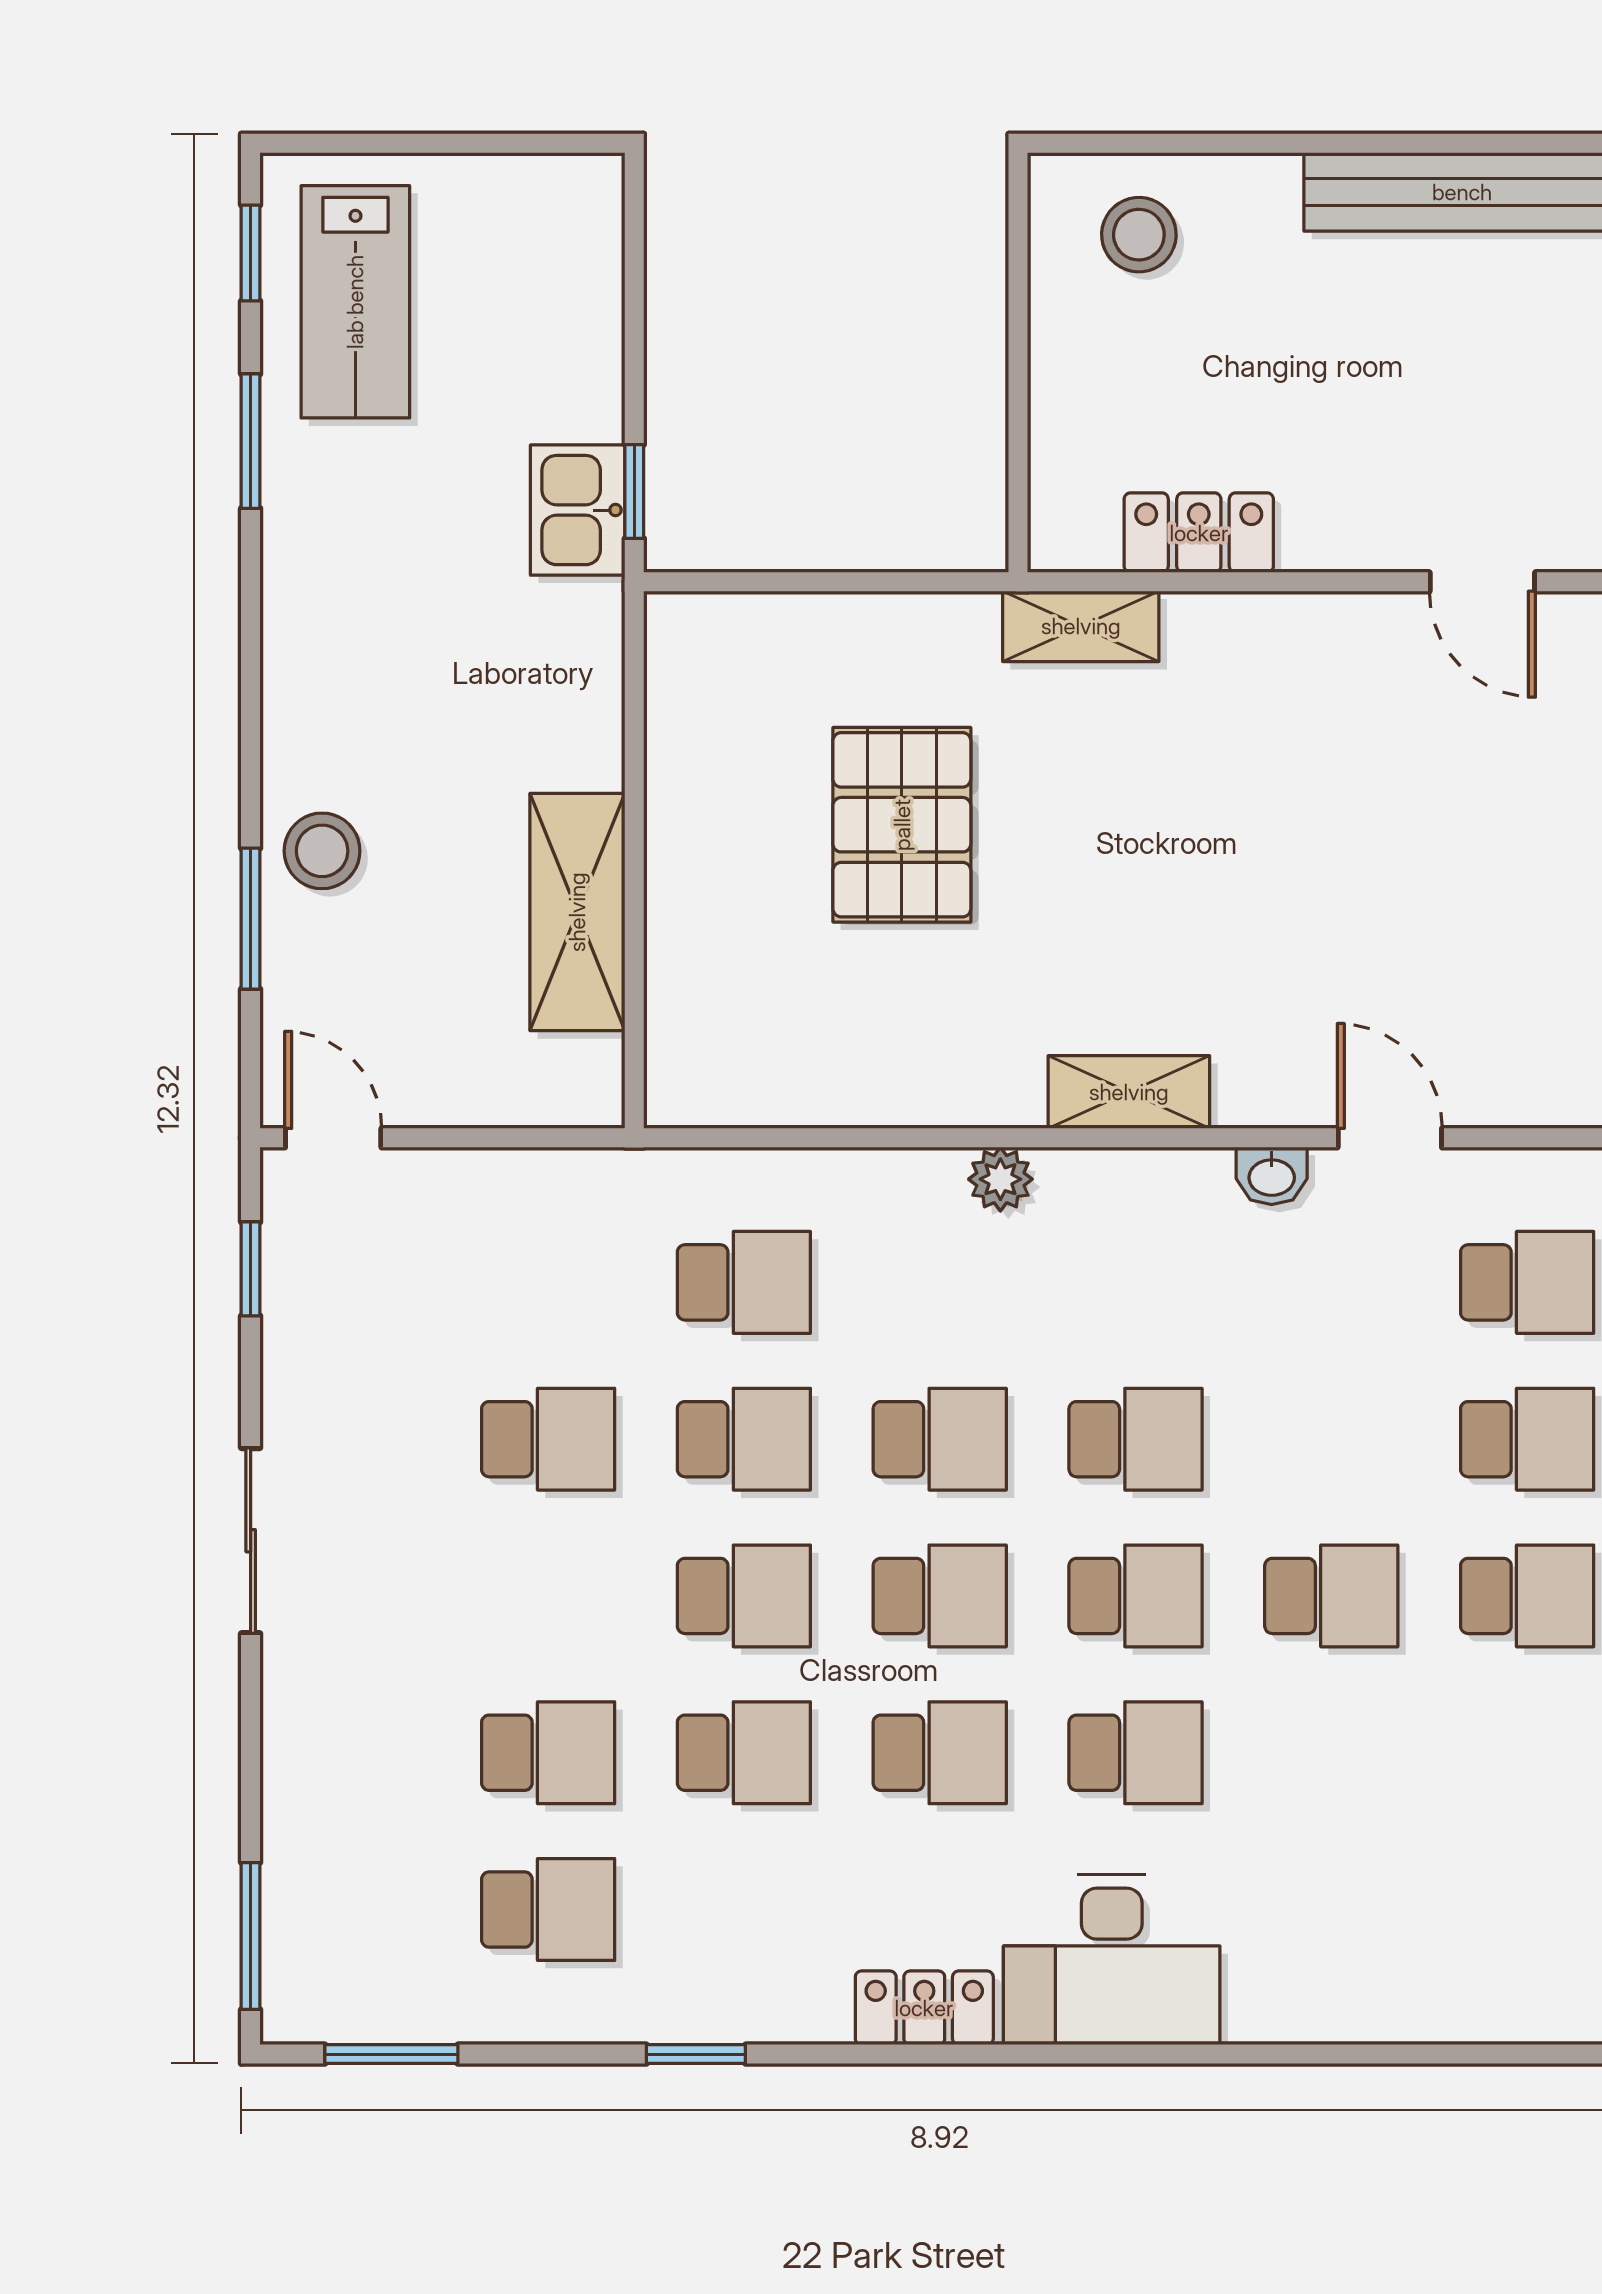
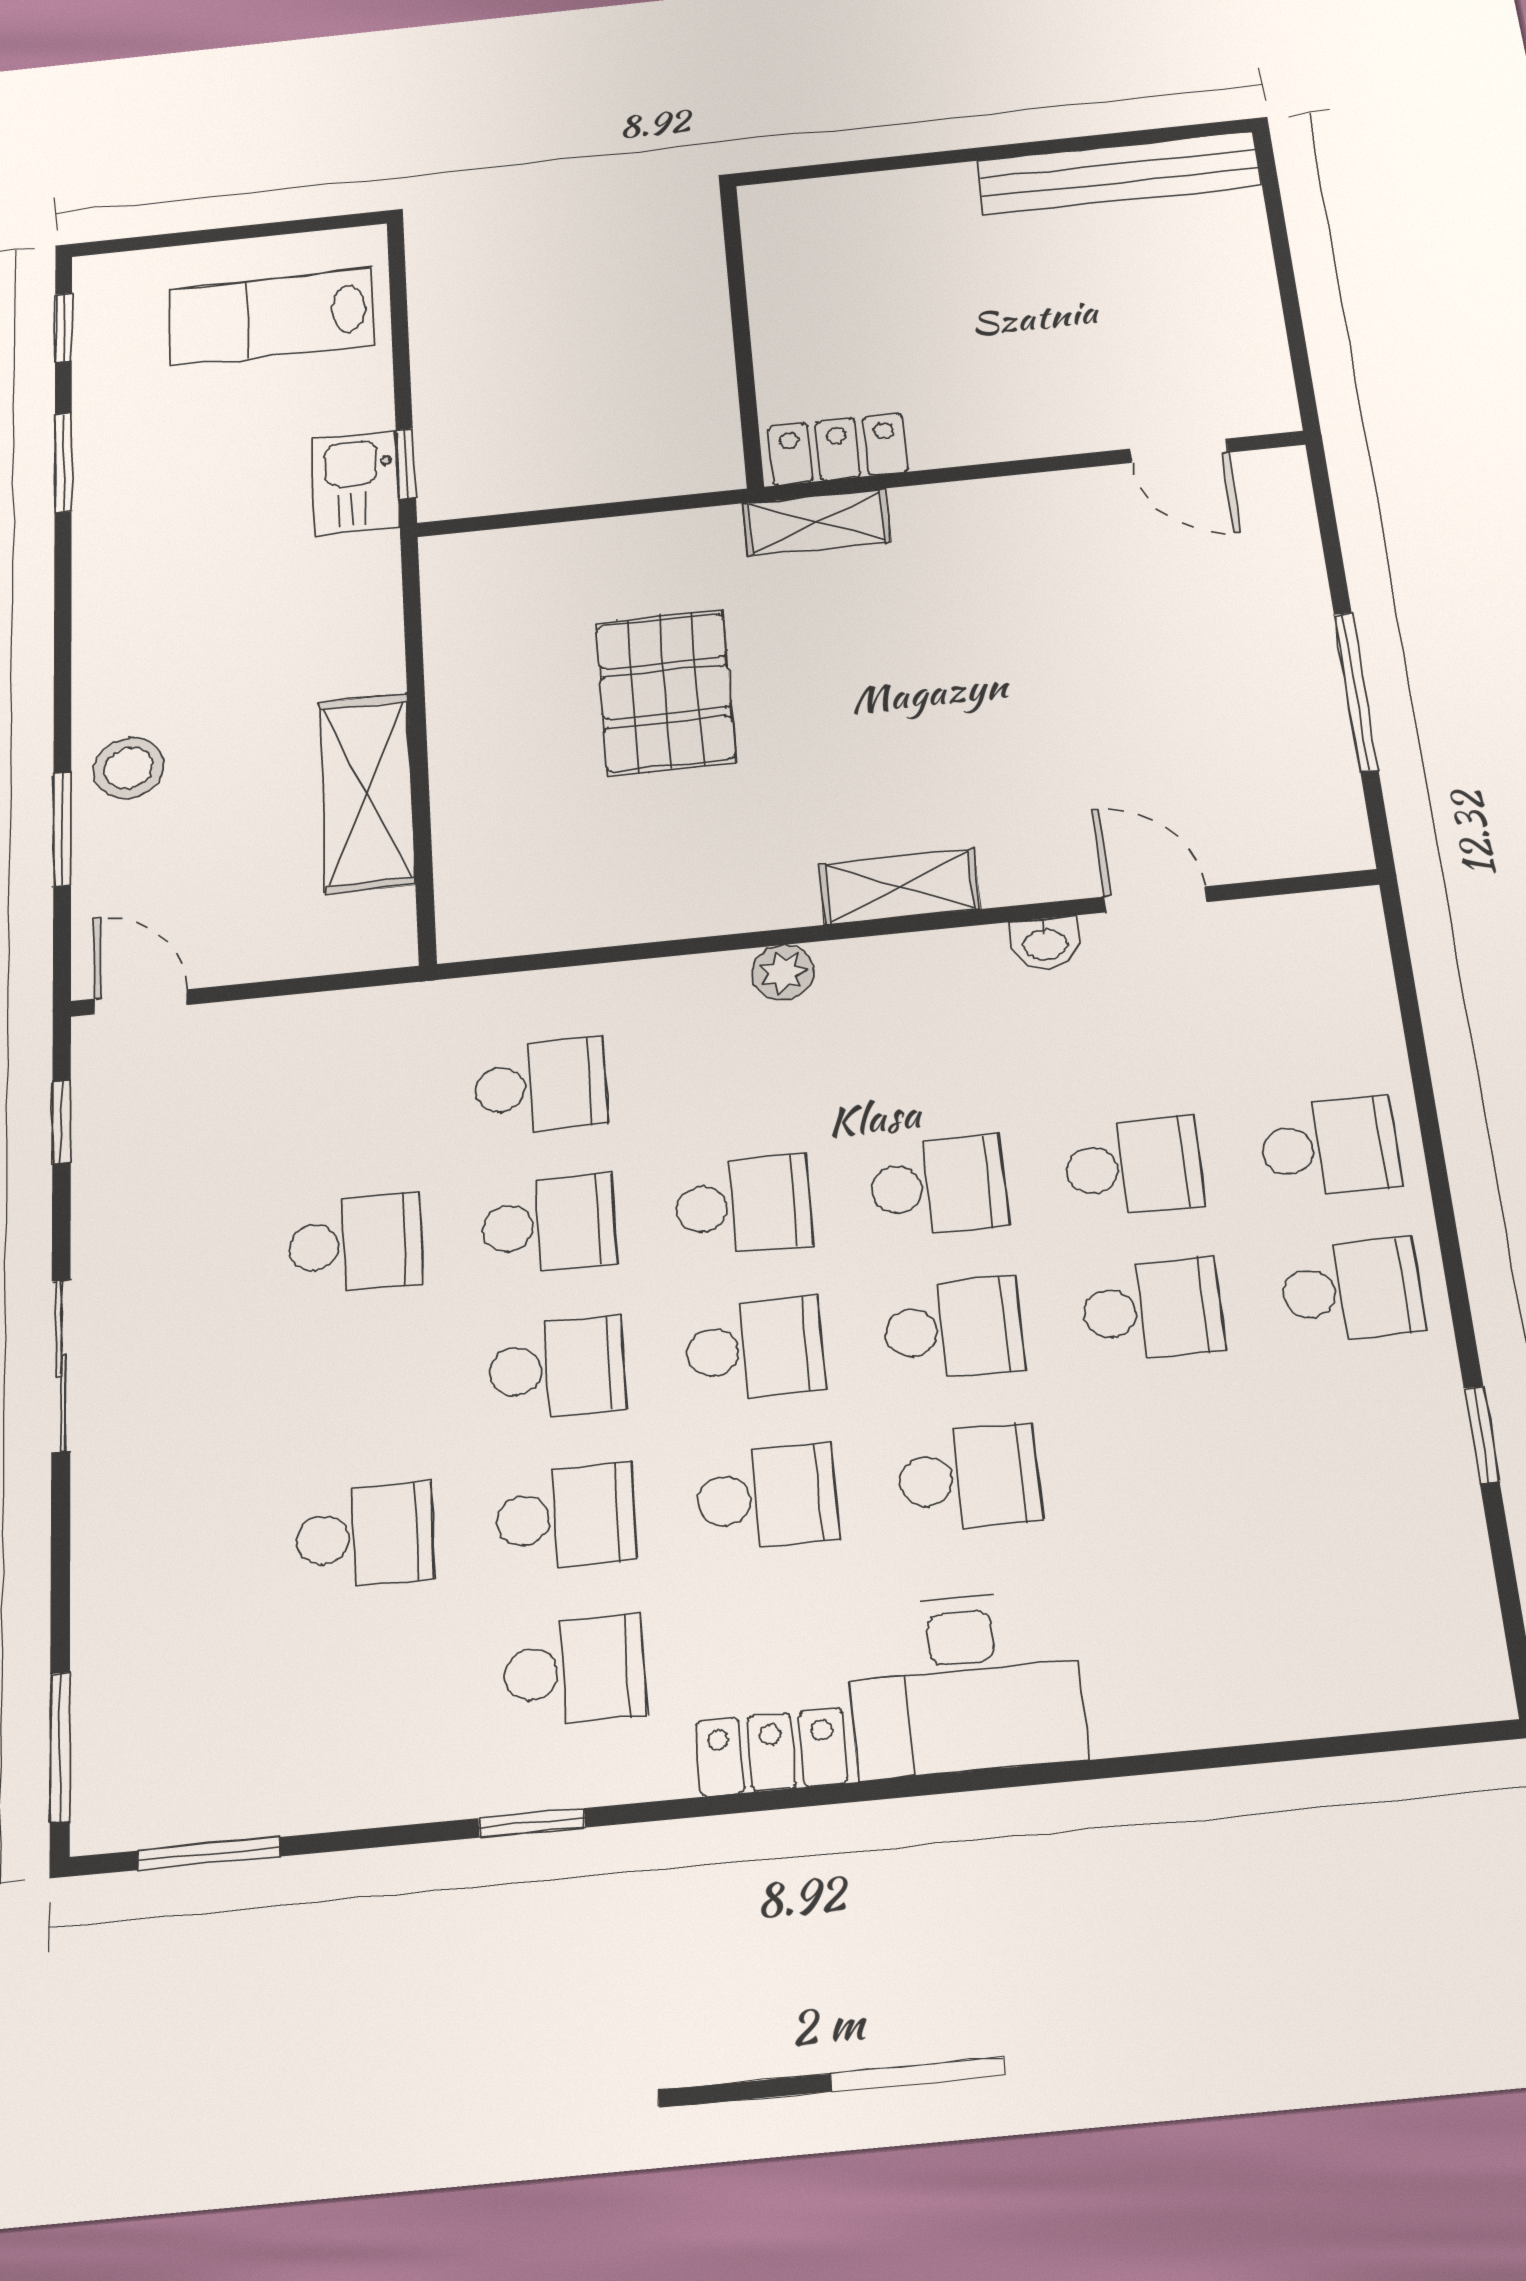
stool: (1139, 235) -> (839, 233), removed
lab bench: (355, 302) -> (271, 317), moved, turned 90
locker: (1199, 533) -> (838, 449), moved
school desk: (1527, 1282) -> (1133, 1166), moved
school desk: (548, 1910) -> (574, 1671), moved

